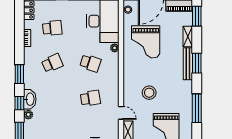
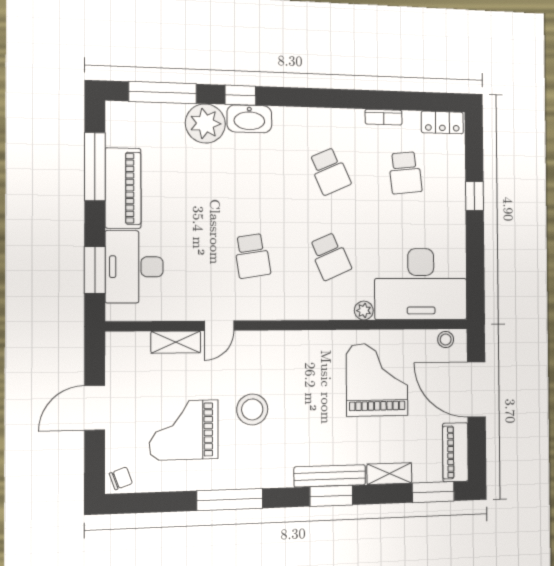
grand piano: (146, 42) -> (377, 380), turned 90
school desk: (90, 63) -> (330, 256), turned -42
window: (19, 74) -> (305, 97), removed
stool: (149, 93) -> (252, 409), moved
plant: (28, 115) -> (205, 124), width x1.87, depth x1.87

